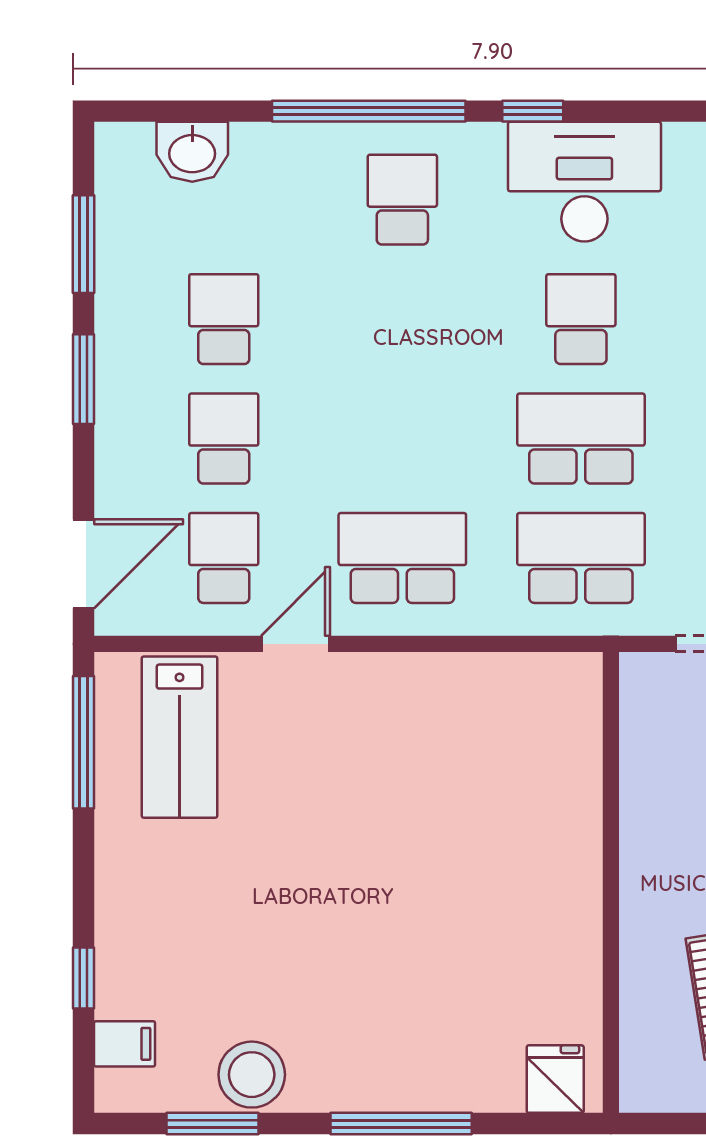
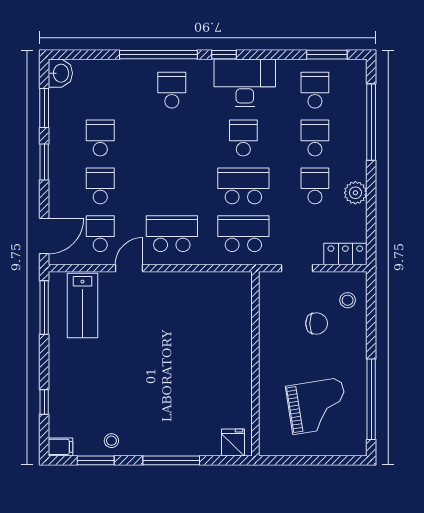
washbasin: (192, 152) -> (60, 73), moved, turned -90
filing cabinet: (125, 1044) -> (60, 447), moved
stool: (252, 1075) -> (111, 441), width x0.53, depth x0.53

